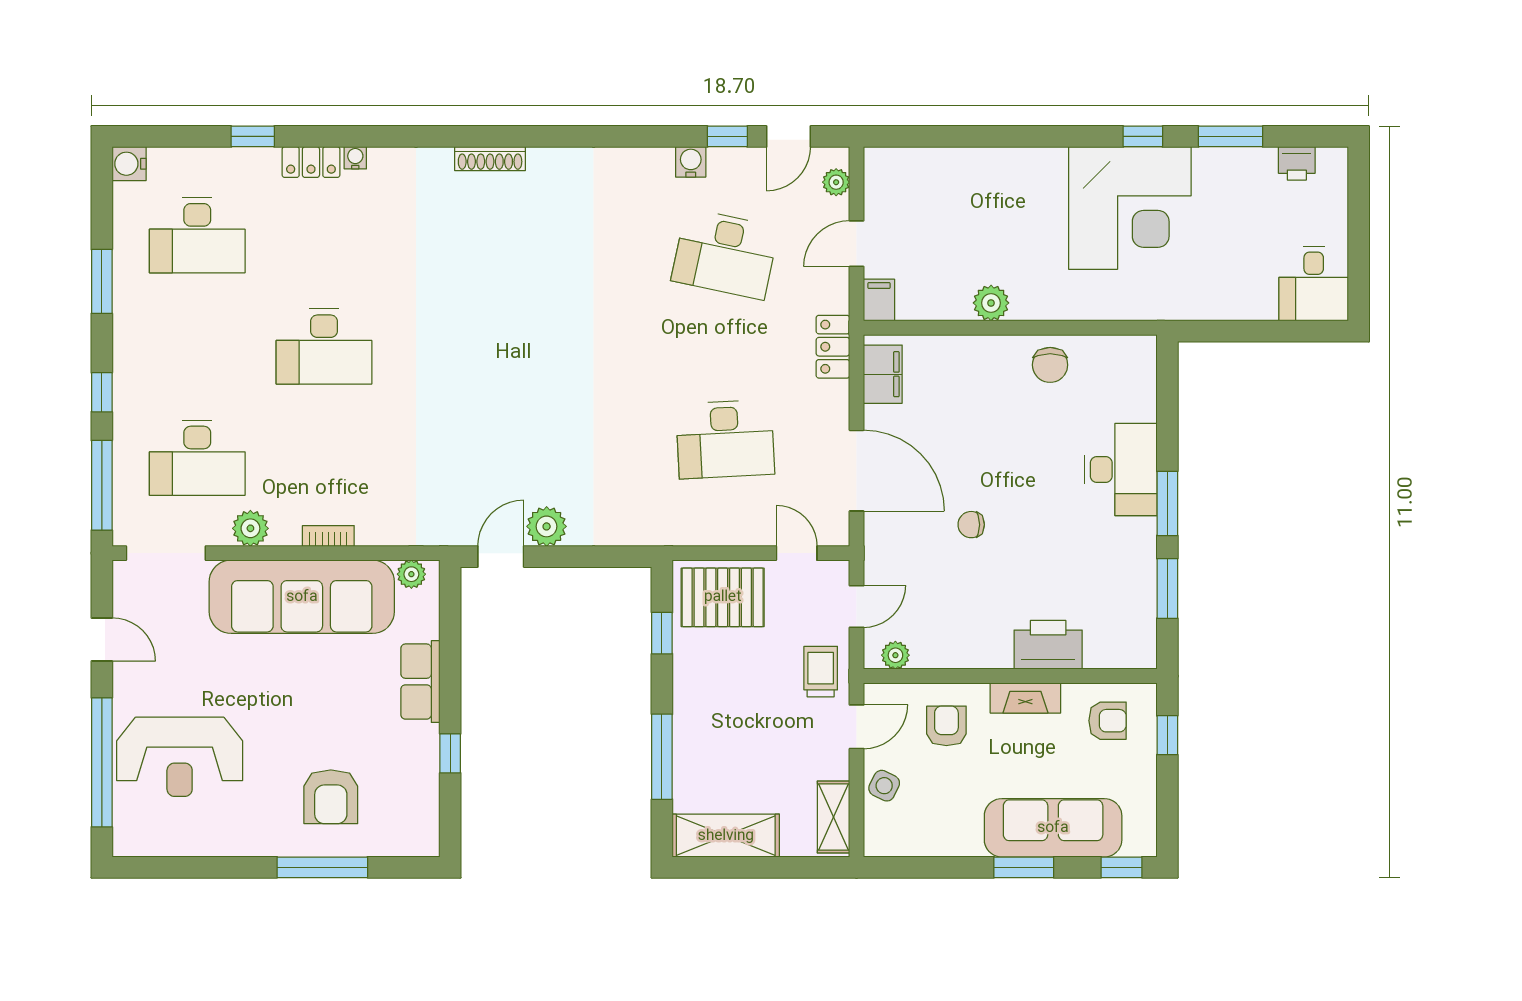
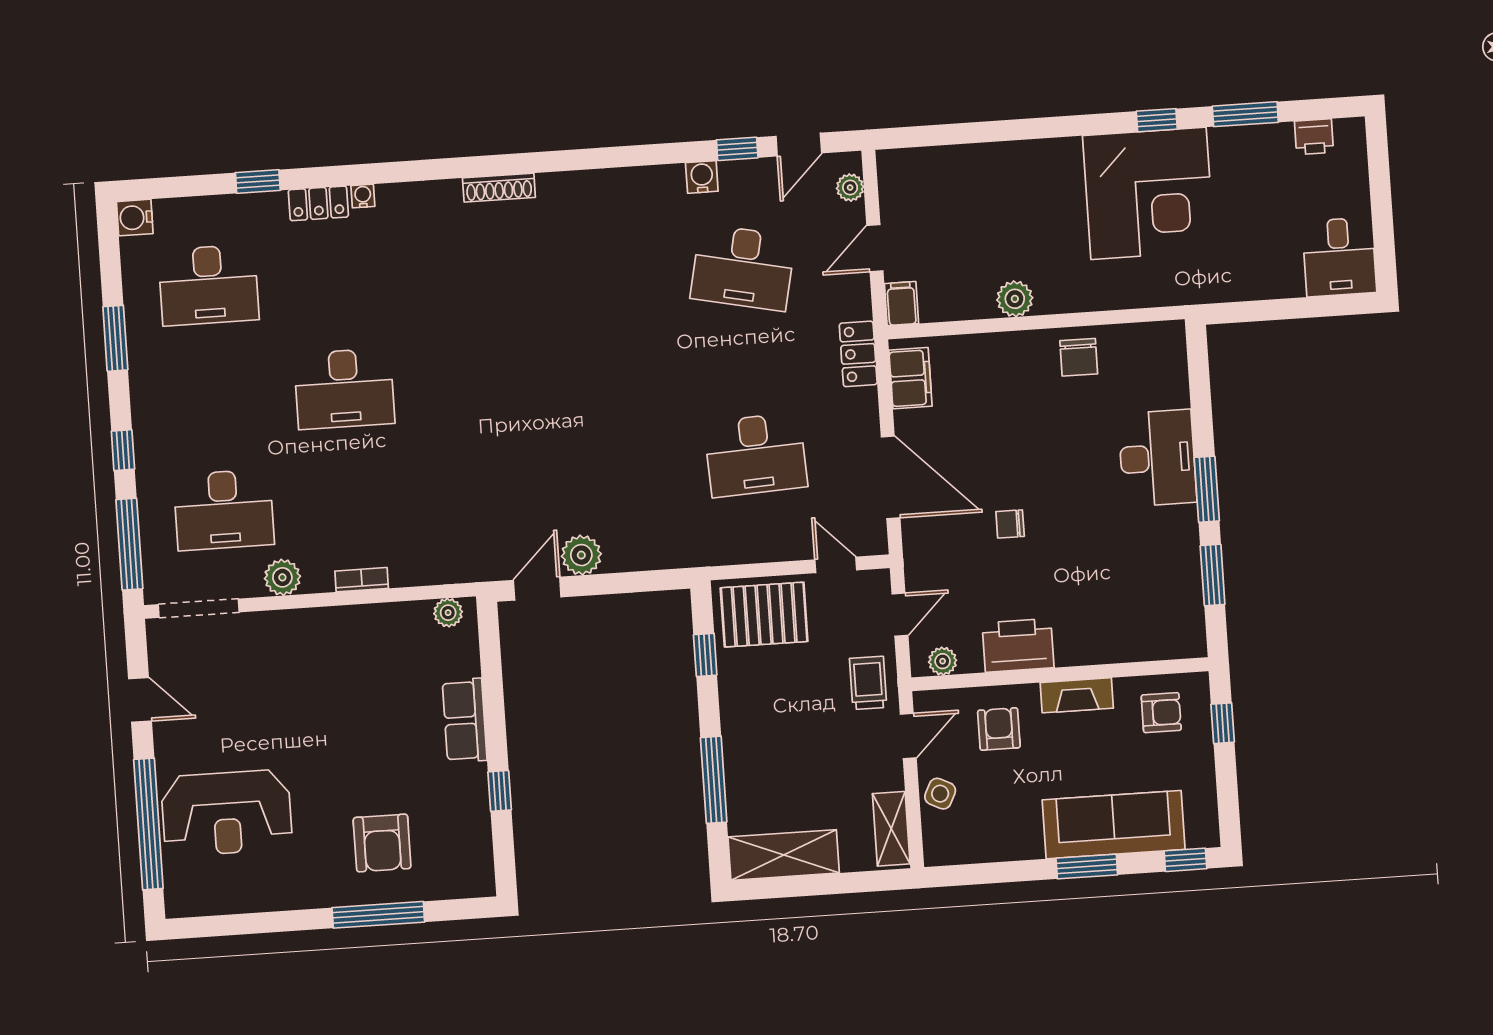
sofa: (302, 597) -> (339, 643), removed
printer: (1048, 645) -> (1018, 645), moved

